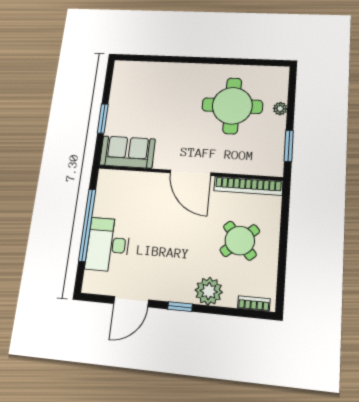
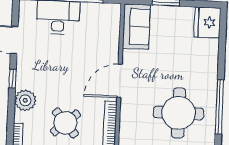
window: (227, 61) -> (219, 107), added
fridge: (129, 74) -> (207, 22), added

